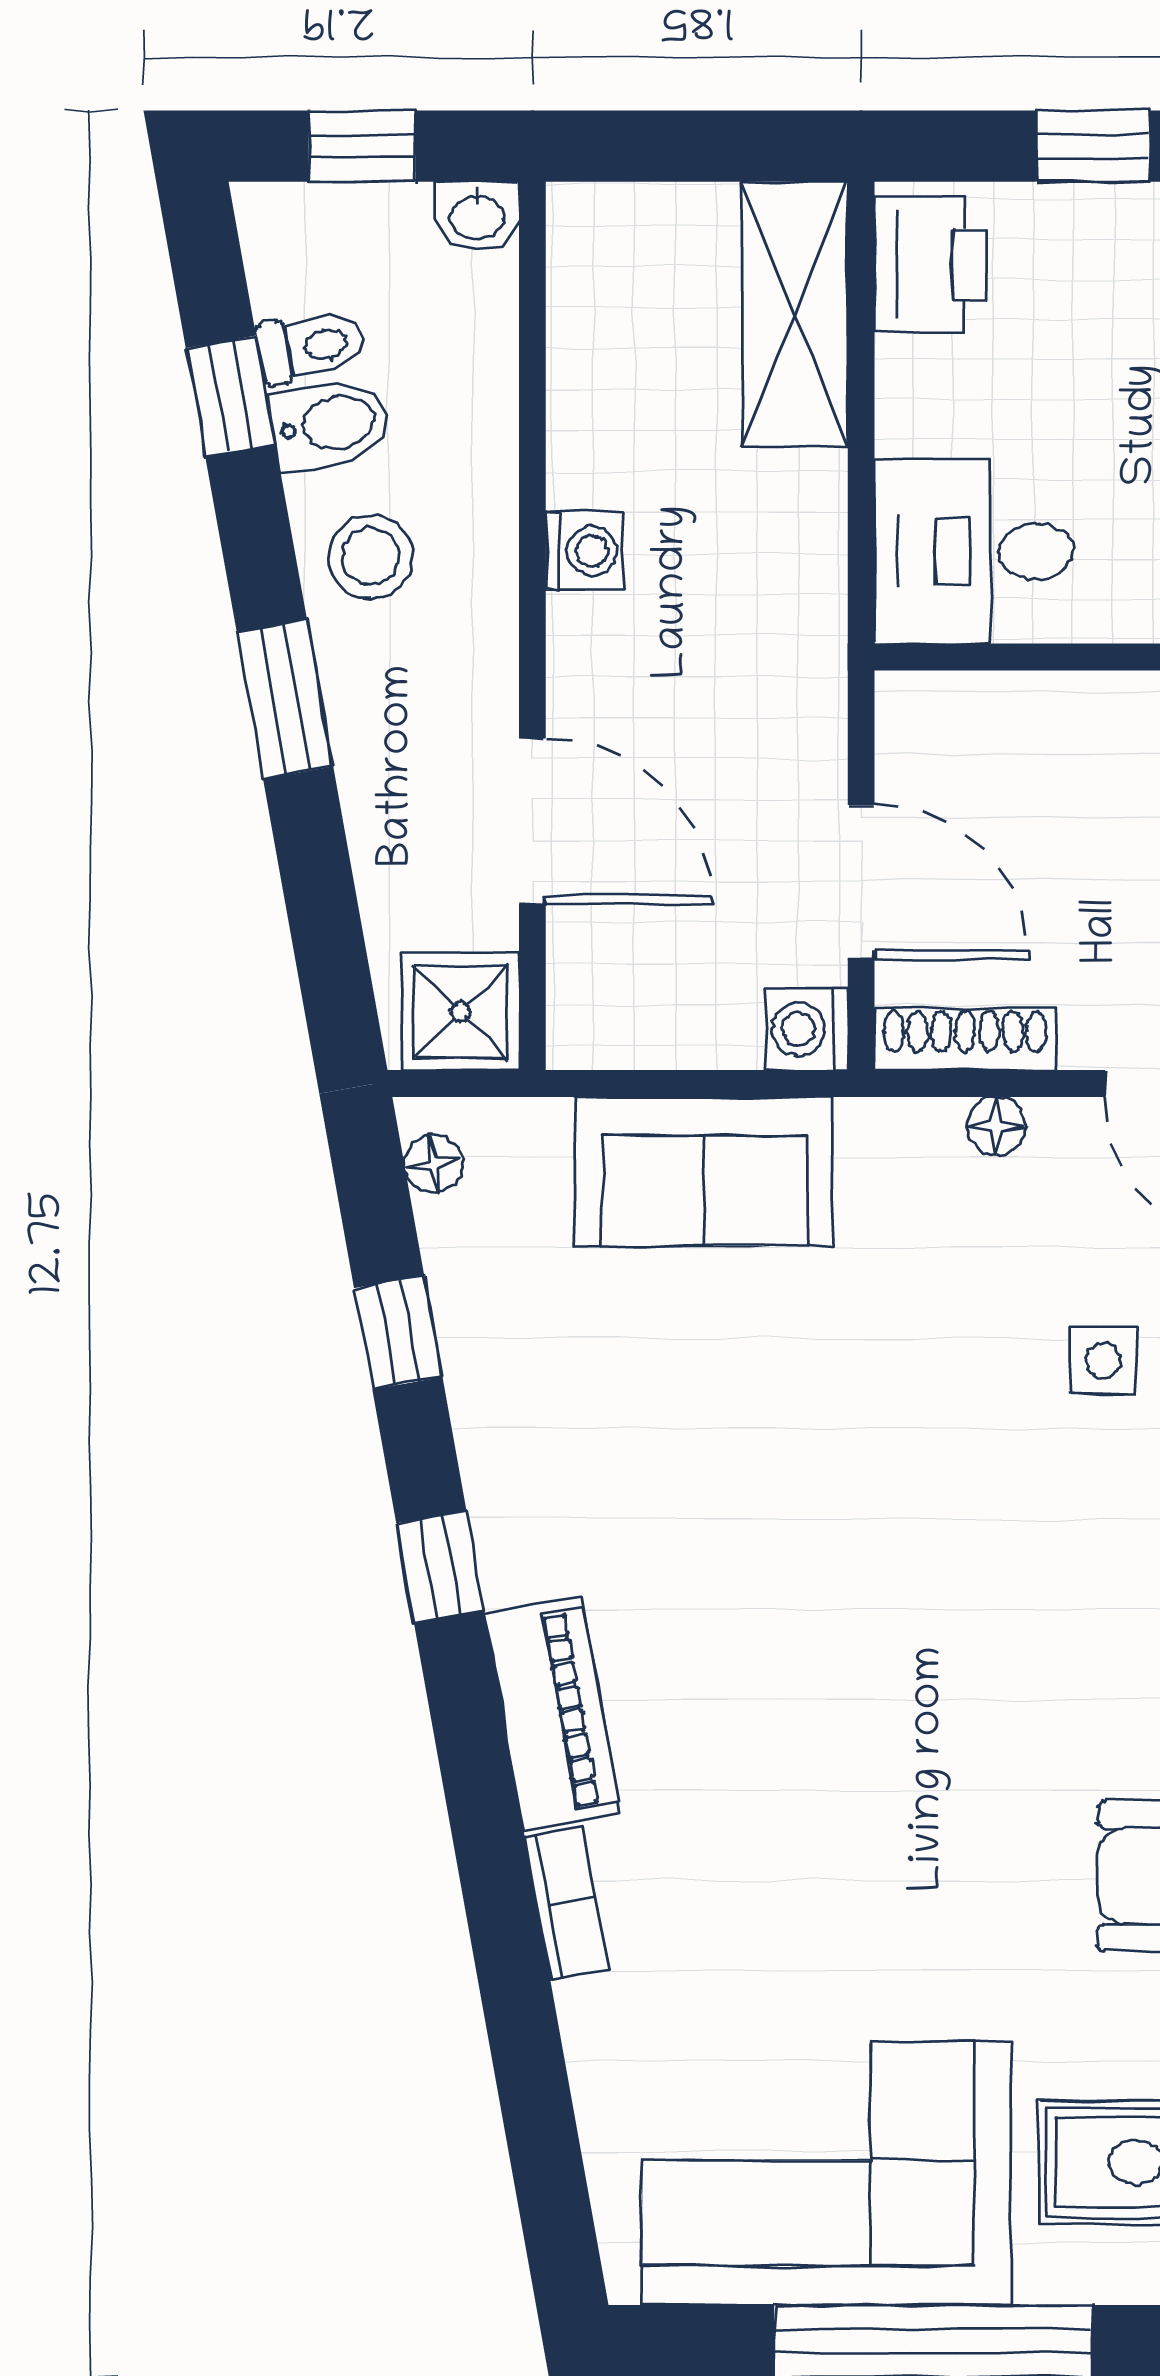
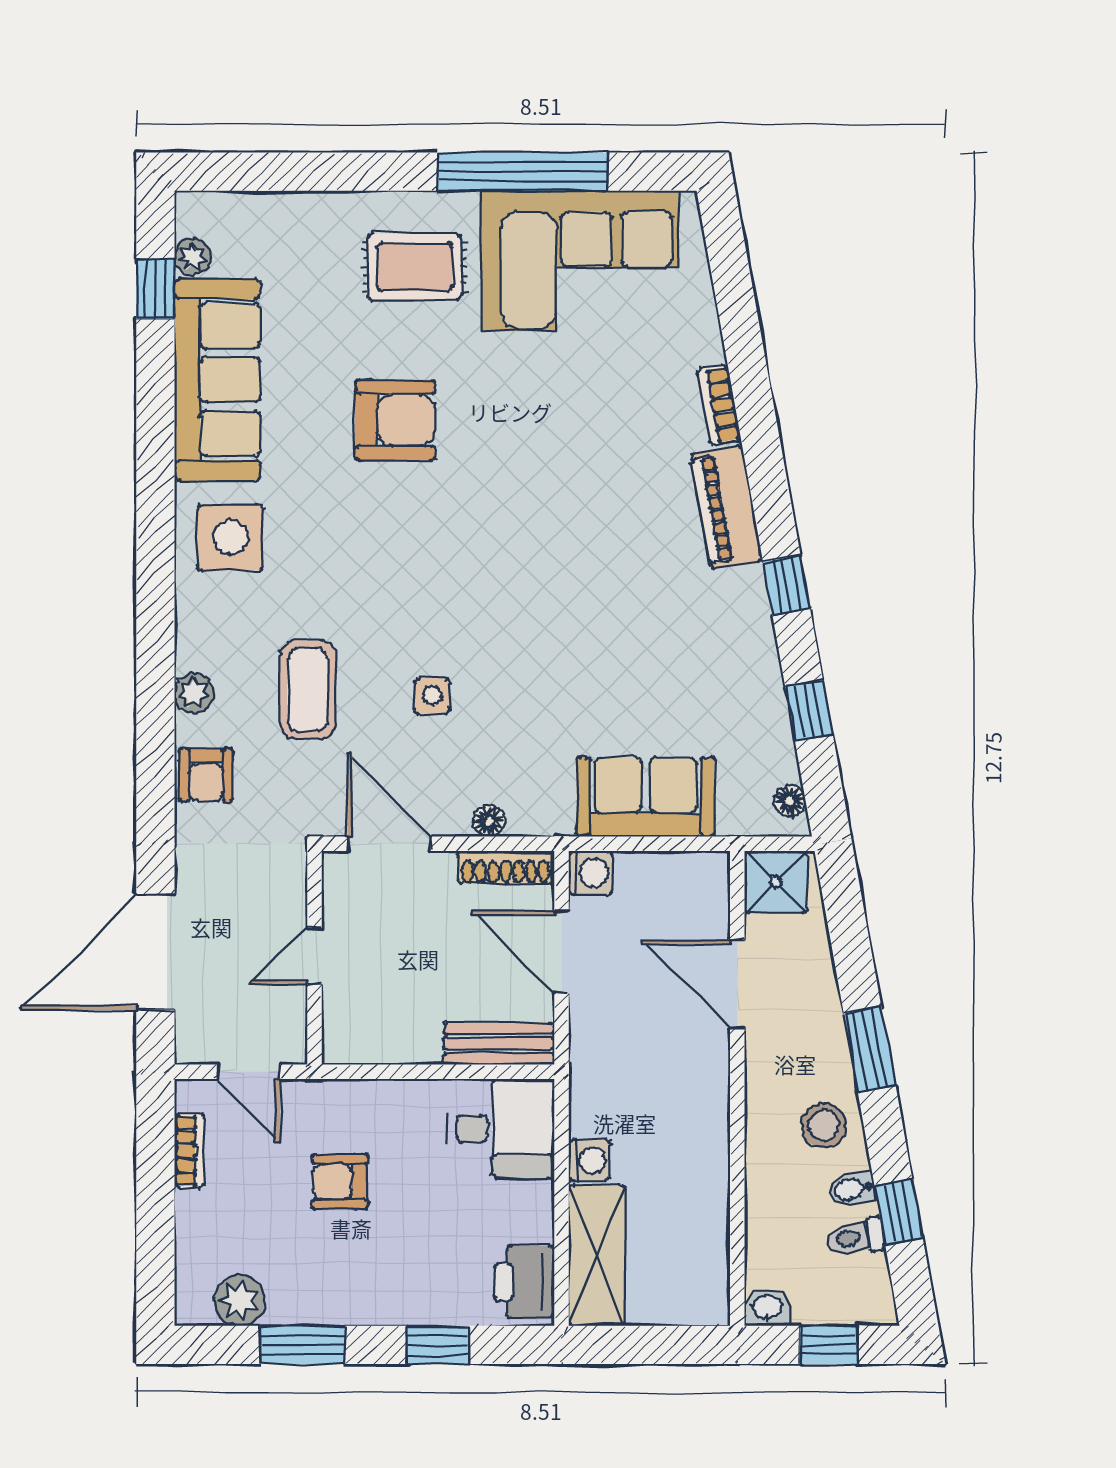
bidet: (330, 424) -> (852, 1189), width x0.72, depth x0.74
washing machine: (584, 551) -> (589, 1160), moved, turned 180
bench: (978, 710) -> (499, 1044), added

